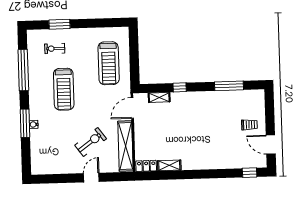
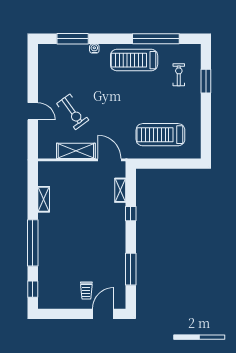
treadmill: (64, 89) -> (134, 60), moved
window: (25, 123) -> (73, 39), moved
door: (271, 145) -> (103, 314), moved
shelving: (125, 146) -> (76, 151), width x0.68
locker: (146, 166) -> (44, 173), removed
window: (208, 174) -> (33, 243), added

